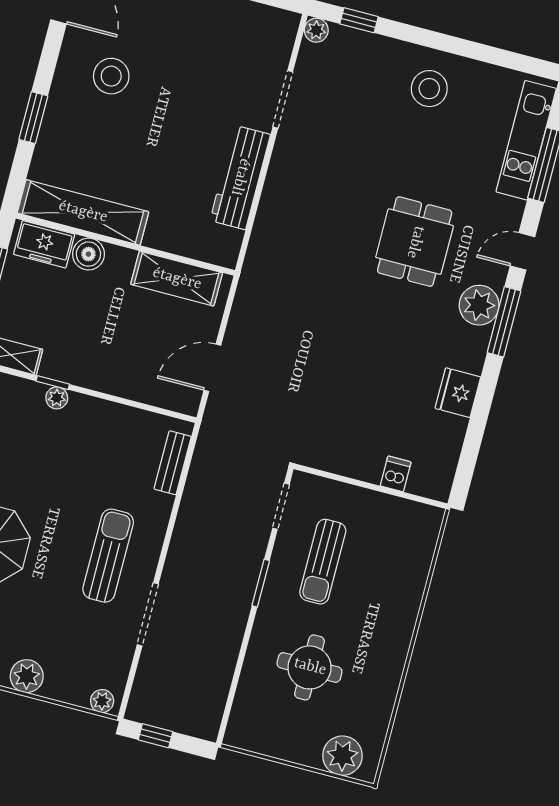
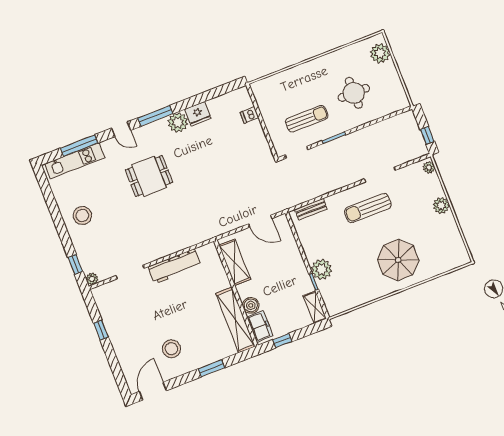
plant: (479, 305) -> (178, 122), moved
plant: (57, 398) -> (322, 269), width x1.88, depth x1.88

